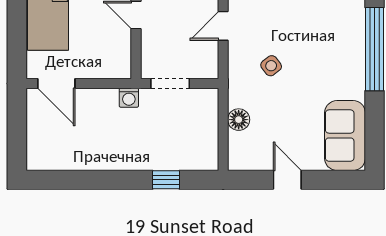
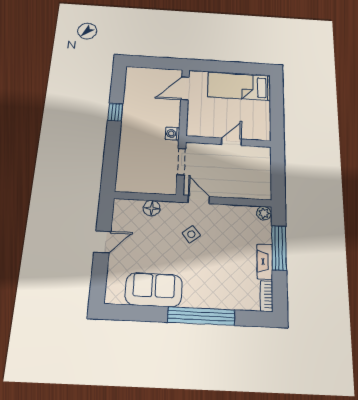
door: (223, 26) -> (199, 200), moved
sofa: (345, 136) -> (154, 290), moved
window: (166, 180) -> (115, 112), moved

